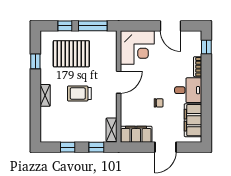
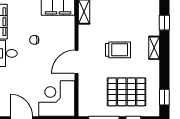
window: (35, 61) -> (164, 97), moved
window: (35, 119) -> (164, 23), added

